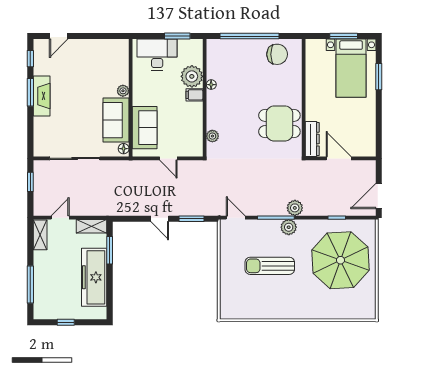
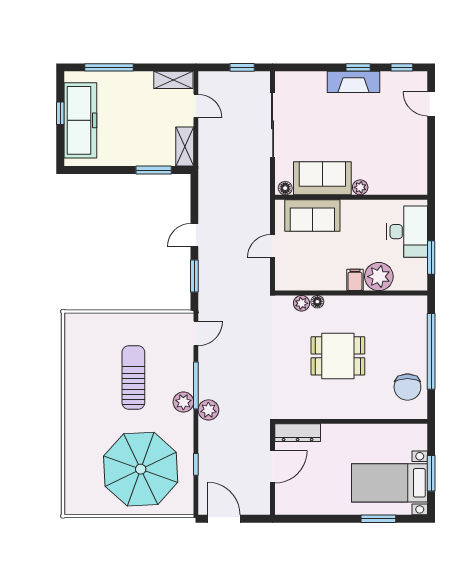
floor lamp: (211, 85) -> (317, 302), moved
window: (30, 92) -> (358, 67), width x0.67
dining table: (279, 123) -> (338, 356), moved, turned 90
freezer: (94, 277) -> (80, 120), moved, turned 90

